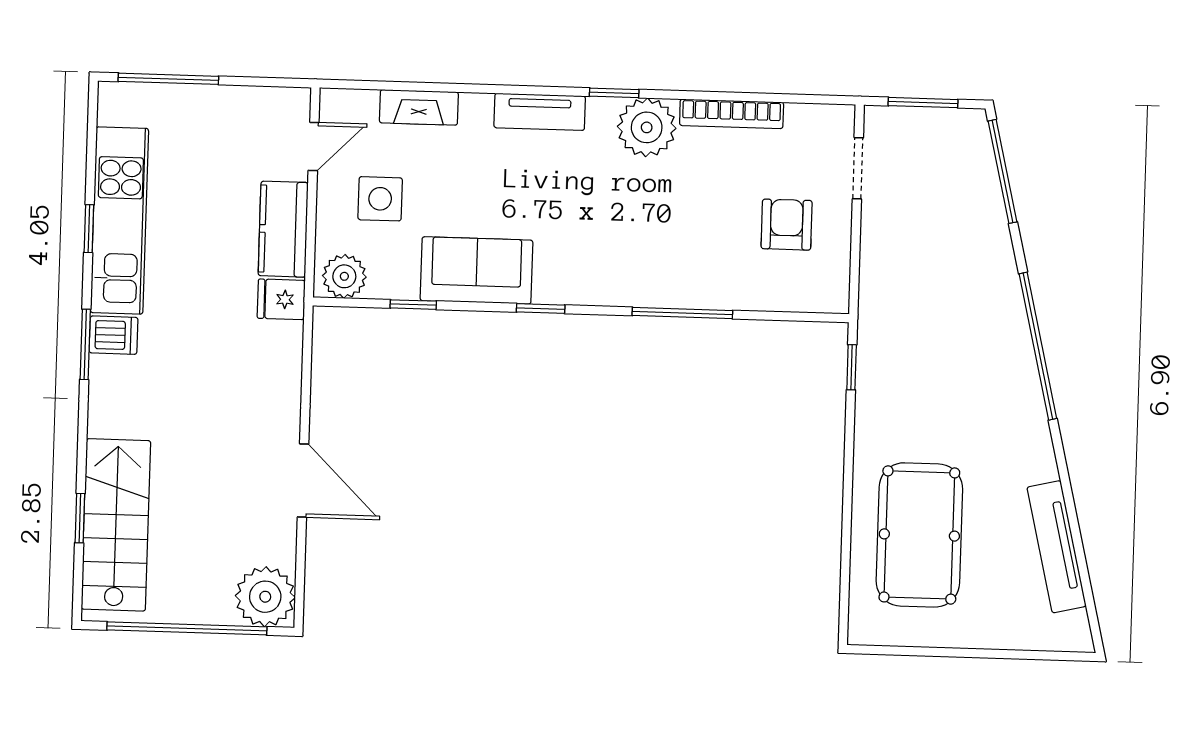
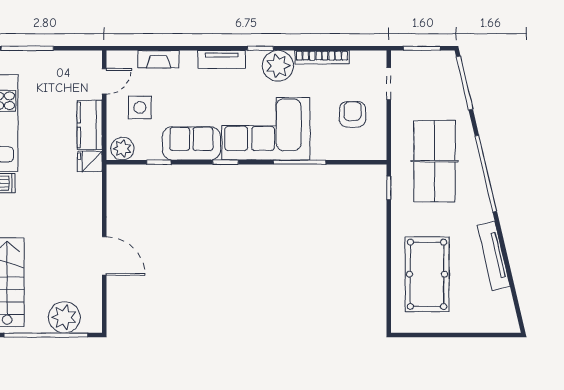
corner sofa: (620, 247) -> (266, 129), added
table tennis table: (940, 319) -> (435, 161), added
tv unit: (1057, 547) -> (494, 256), moved
plant: (265, 597) -> (64, 317), moved

